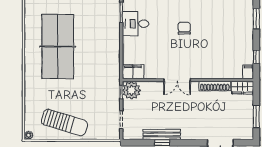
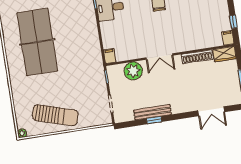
filing cabinet: (133, 72) -> (110, 56), width x0.50
plant: (131, 90) -> (133, 71), moved

